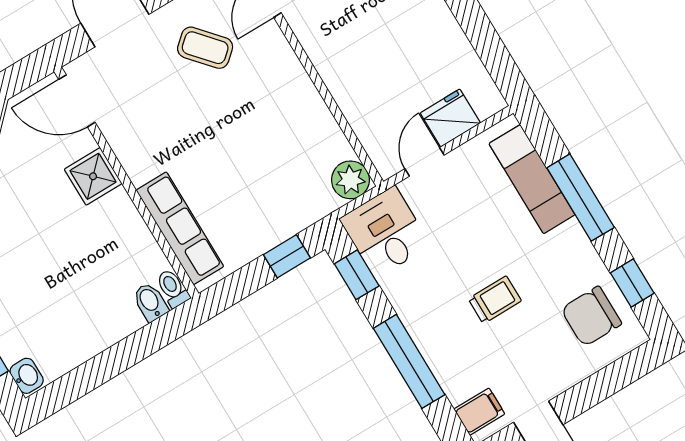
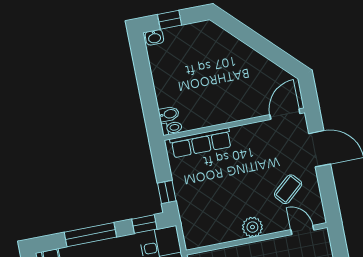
shower: (93, 176) -> (244, 108), removed
plant: (350, 180) -> (252, 227), moved

